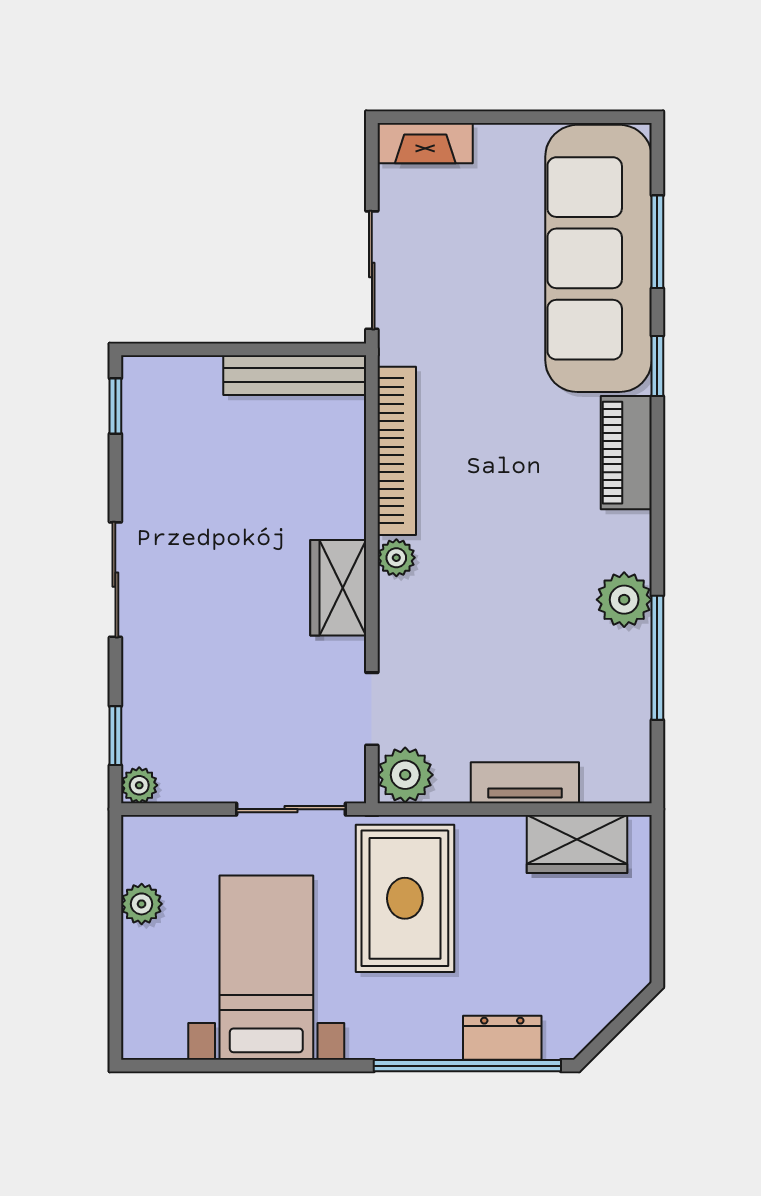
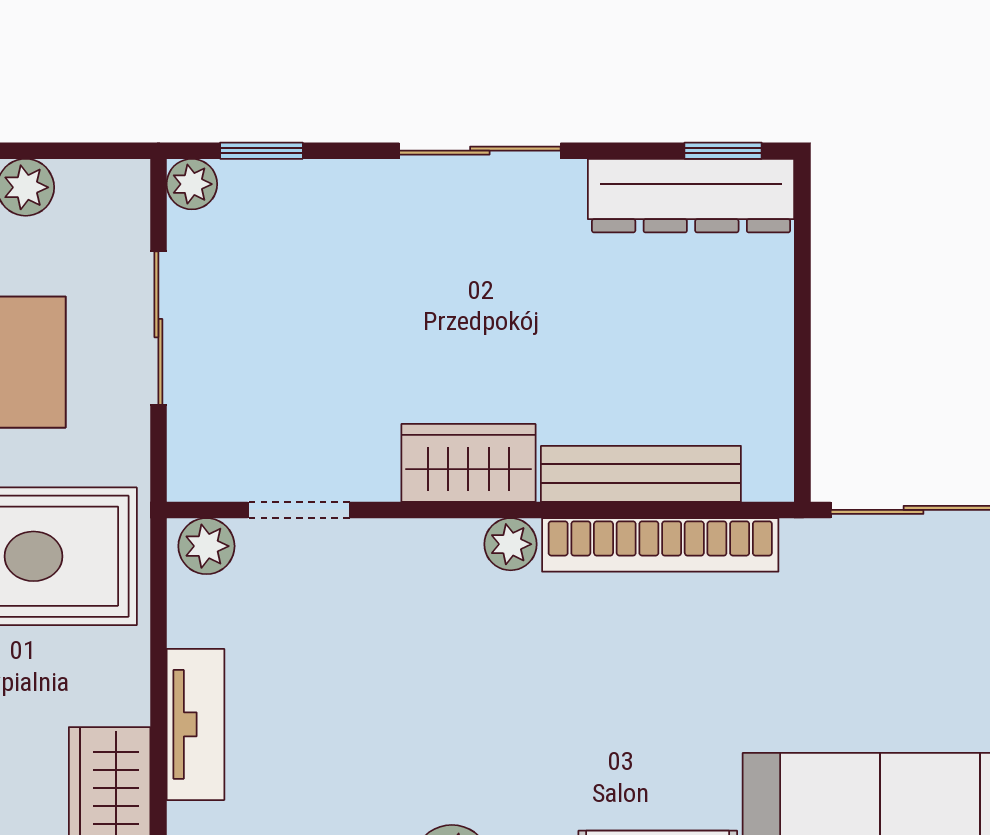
bench: (295, 375) -> (641, 474), moved, turned 90
dresser: (147, 429) -> (691, 196), added
plant: (405, 775) -> (206, 546), width x0.73, depth x0.73
sliding door: (291, 809) -> (158, 328), moved

